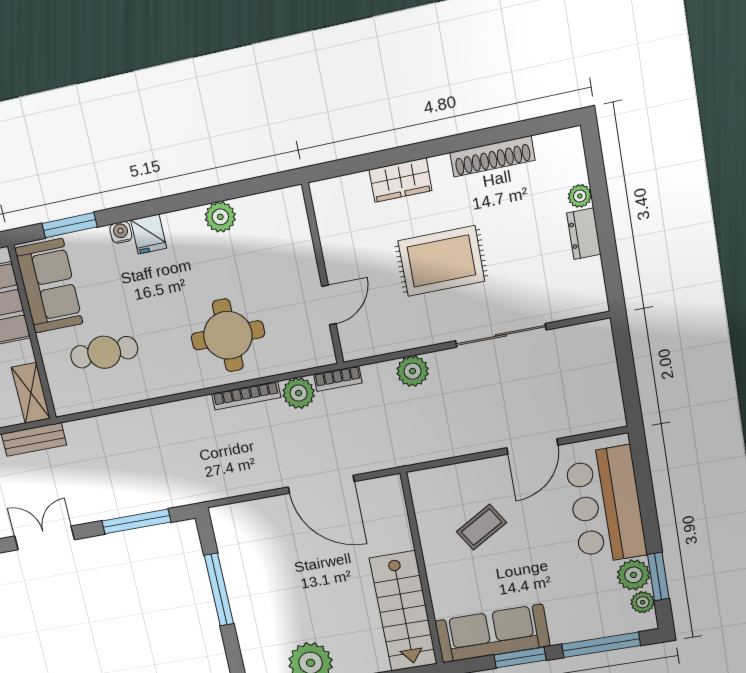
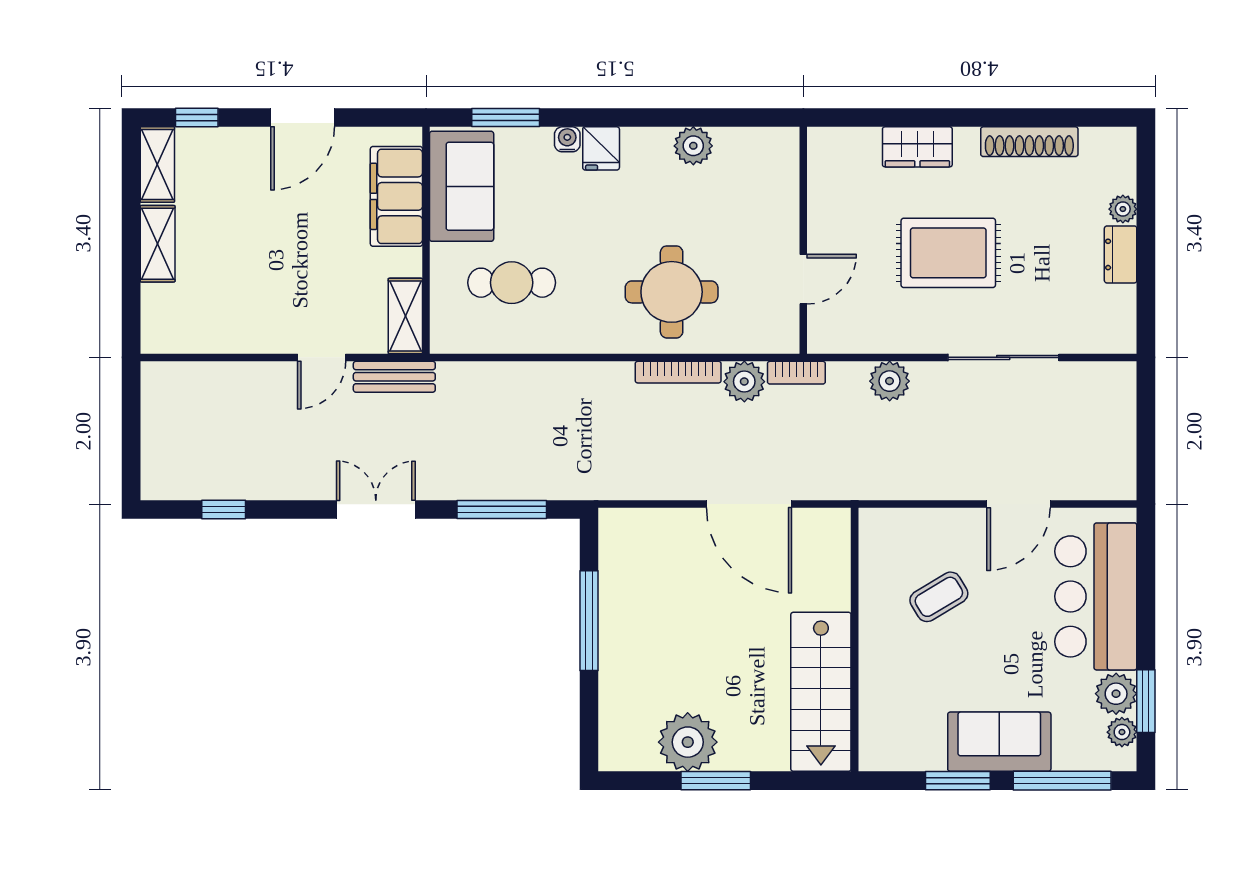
sofa: (492, 633) -> (999, 742), moved, width x0.73

